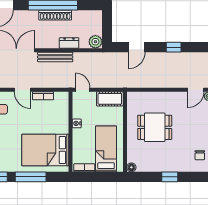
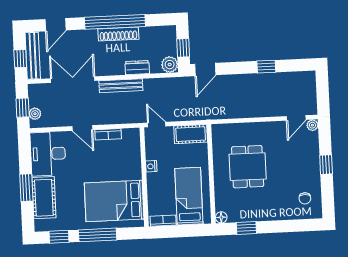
window: (107, 29) -> (183, 48), added
door: (137, 47) -> (205, 70), moved
dining table: (155, 127) -> (248, 167), turned 90
window: (170, 177) -> (246, 228), moved

